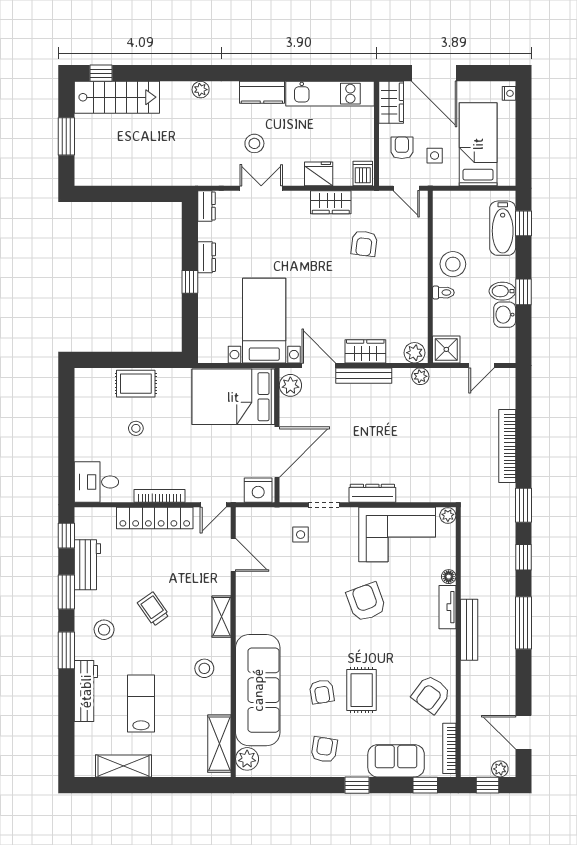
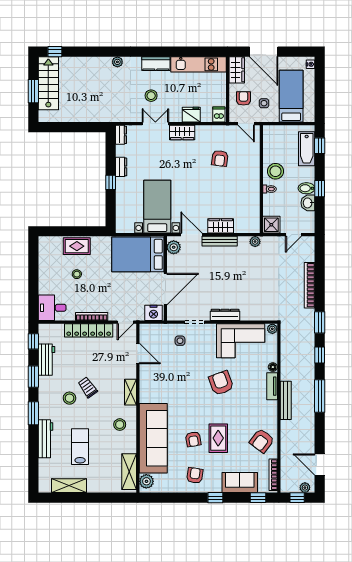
stairs: (117, 97) -> (48, 83), moved, turned -90
wardrobe: (331, 202) -> (182, 133), moved
plant: (414, 353) -> (251, 227), removed
stool: (104, 630) -> (69, 398), moved

